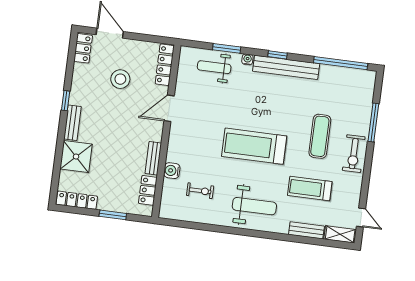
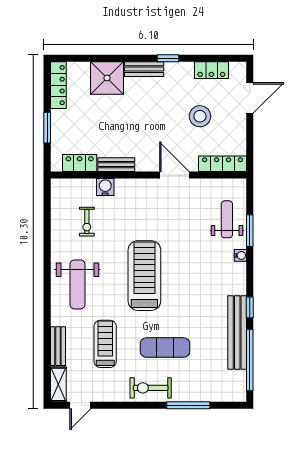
locker: (83, 48) -> (211, 70), moved
window: (277, 55) -> (250, 307), moved
bench: (286, 67) -> (237, 332), moved

